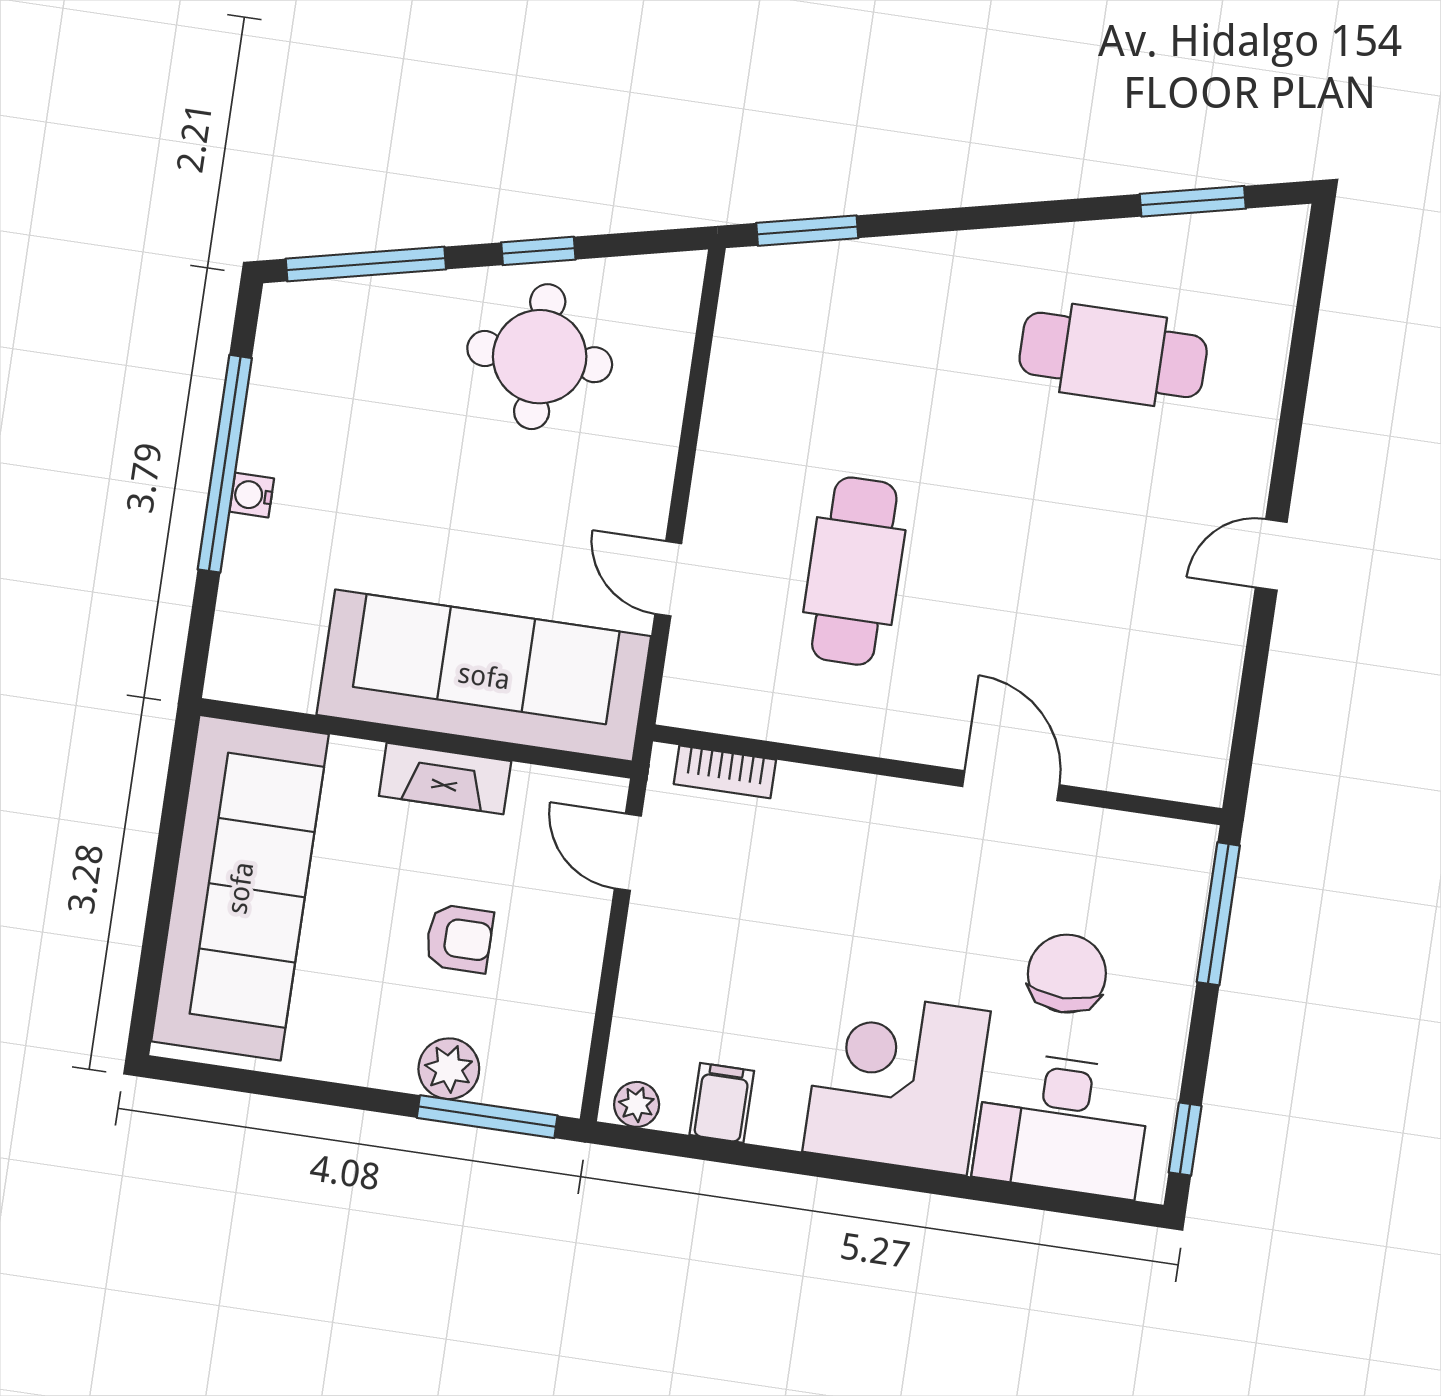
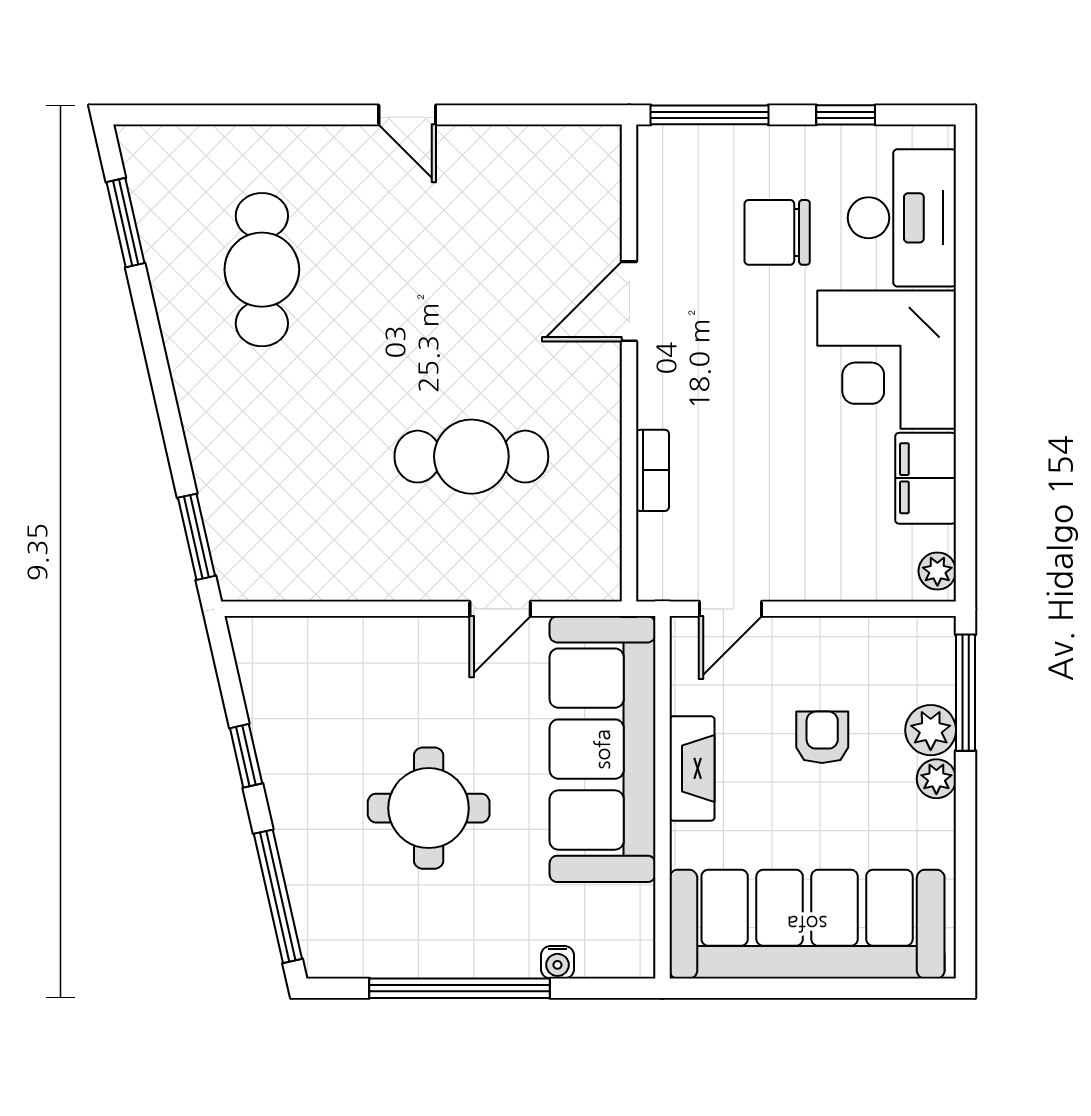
round table: (540, 357) -> (429, 808), moved
water cooler: (252, 495) -> (557, 962), moved
bookcase: (725, 772) -> (653, 470), moved
plant: (390, 1067) -> (936, 779), added
filing cabinet: (722, 1103) -> (926, 478), width x2.00
window: (1185, 1139) -> (846, 115), moved

